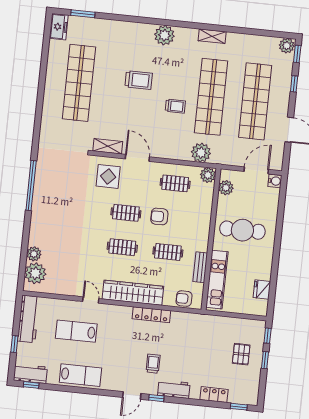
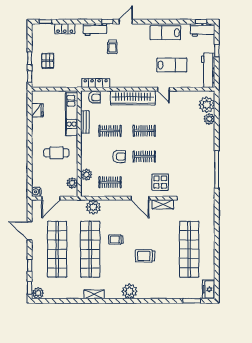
plant: (208, 175) -> (86, 175), moved
cafe table: (242, 230) -> (56, 153), width x0.73, depth x0.74
locker: (151, 315) -> (96, 83), moved

